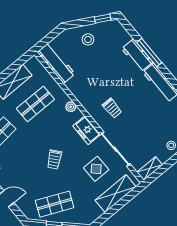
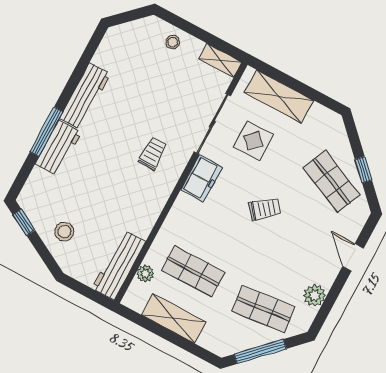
plant: (71, 107) -> (145, 274), moved

